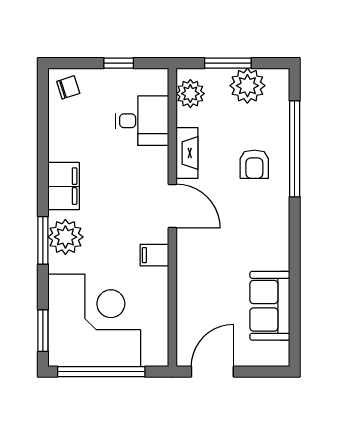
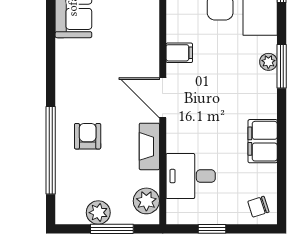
plant: (247, 86) -> (98, 213), width x0.73, depth x0.73
filing cabinet: (64, 186) -> (263, 141), moved
plant: (65, 237) -> (268, 62), width x0.53, depth x0.53

